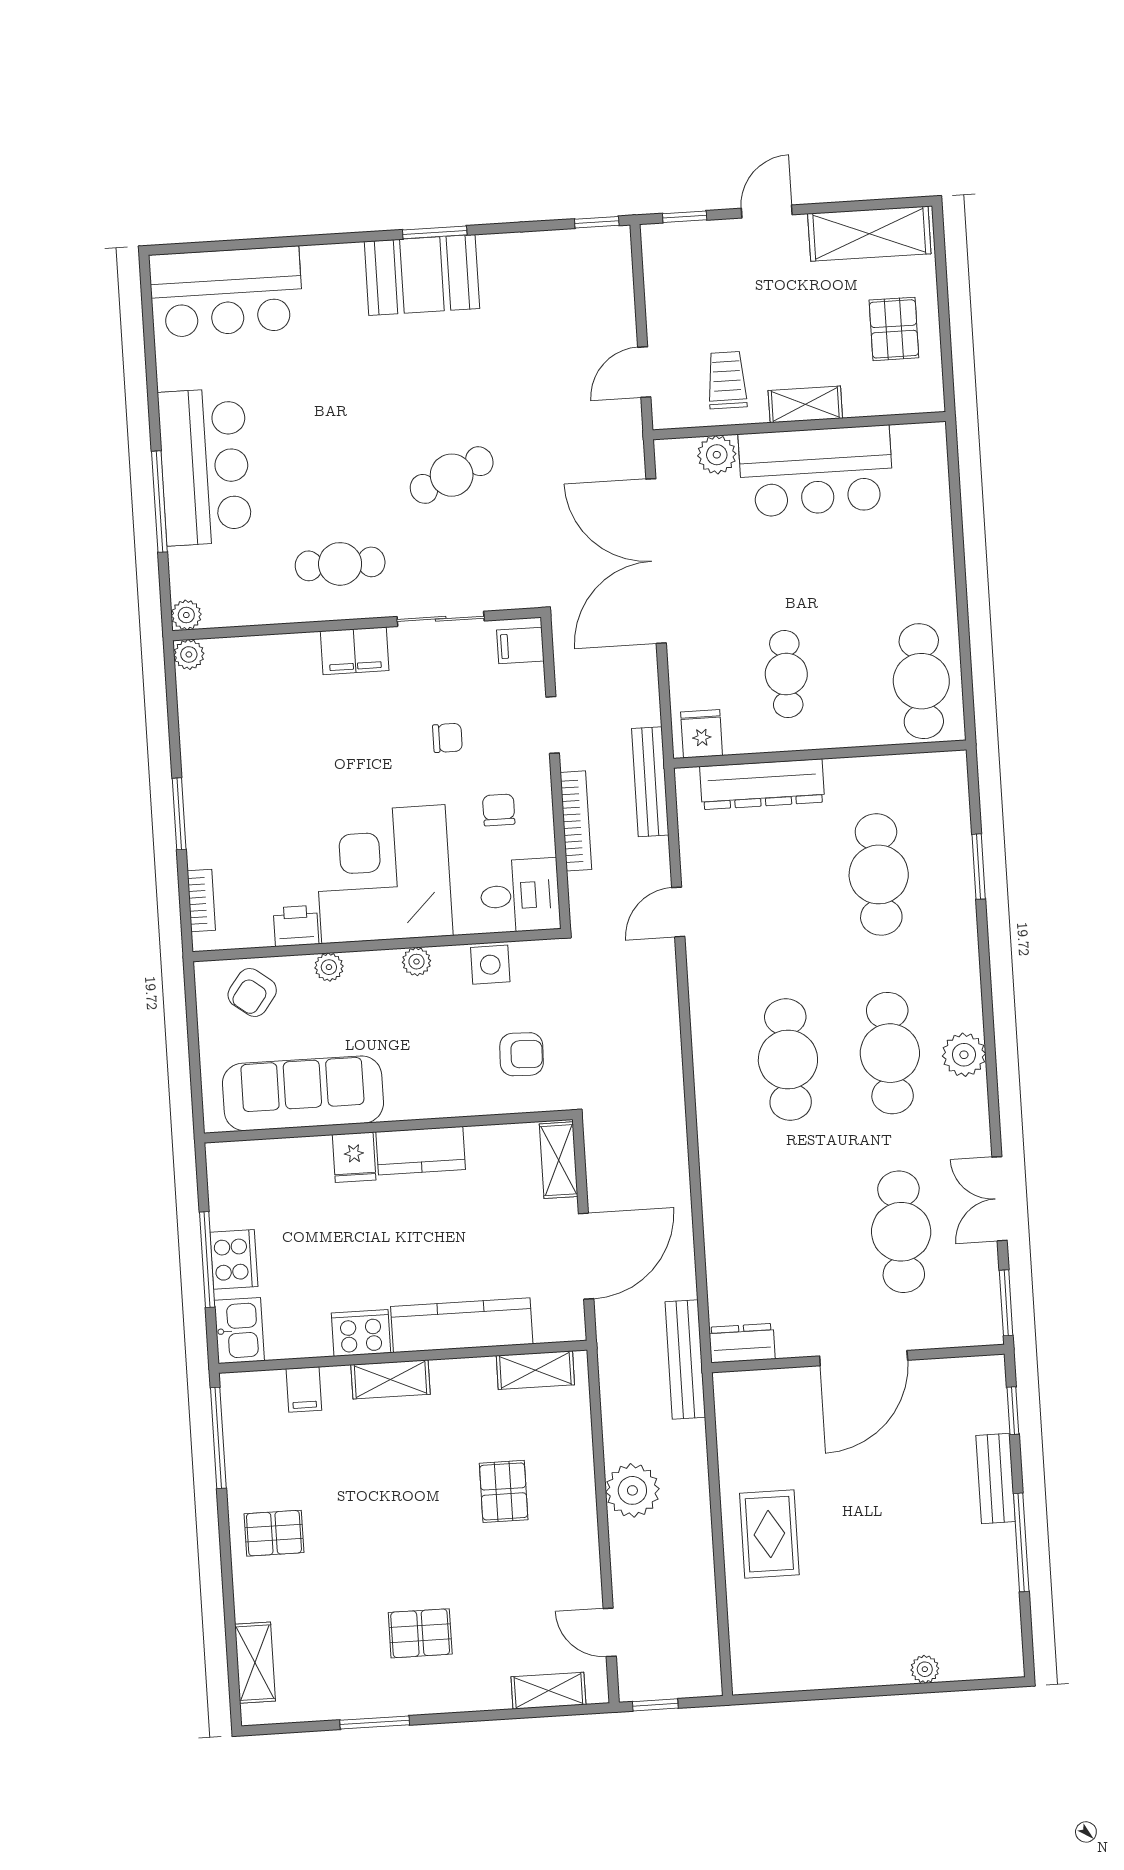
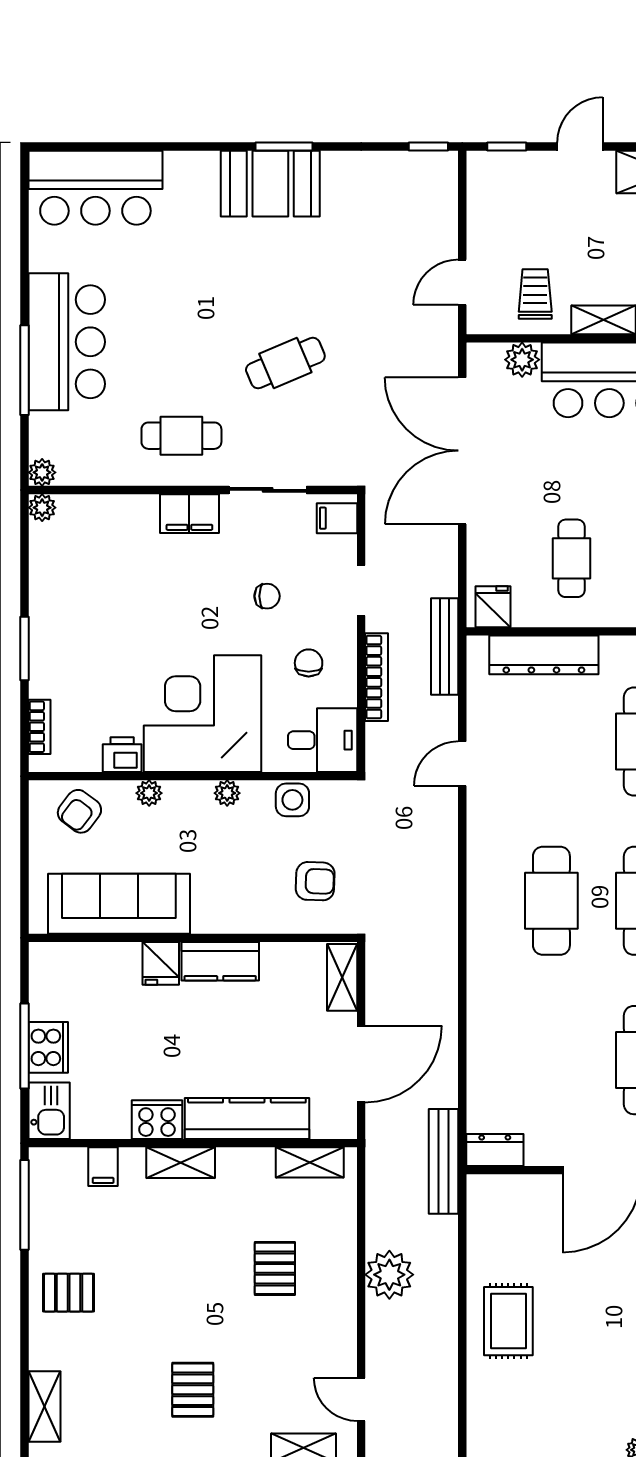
pallet: (420, 1633) -> (193, 1390), turned 90

